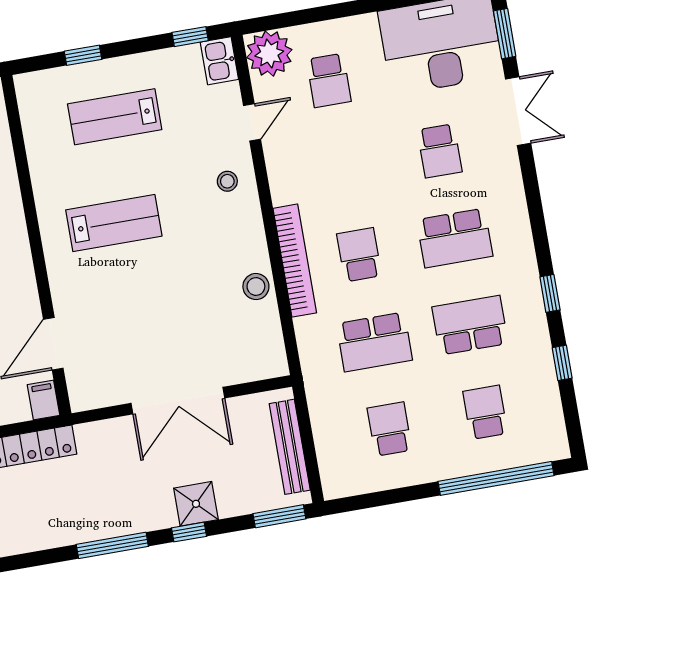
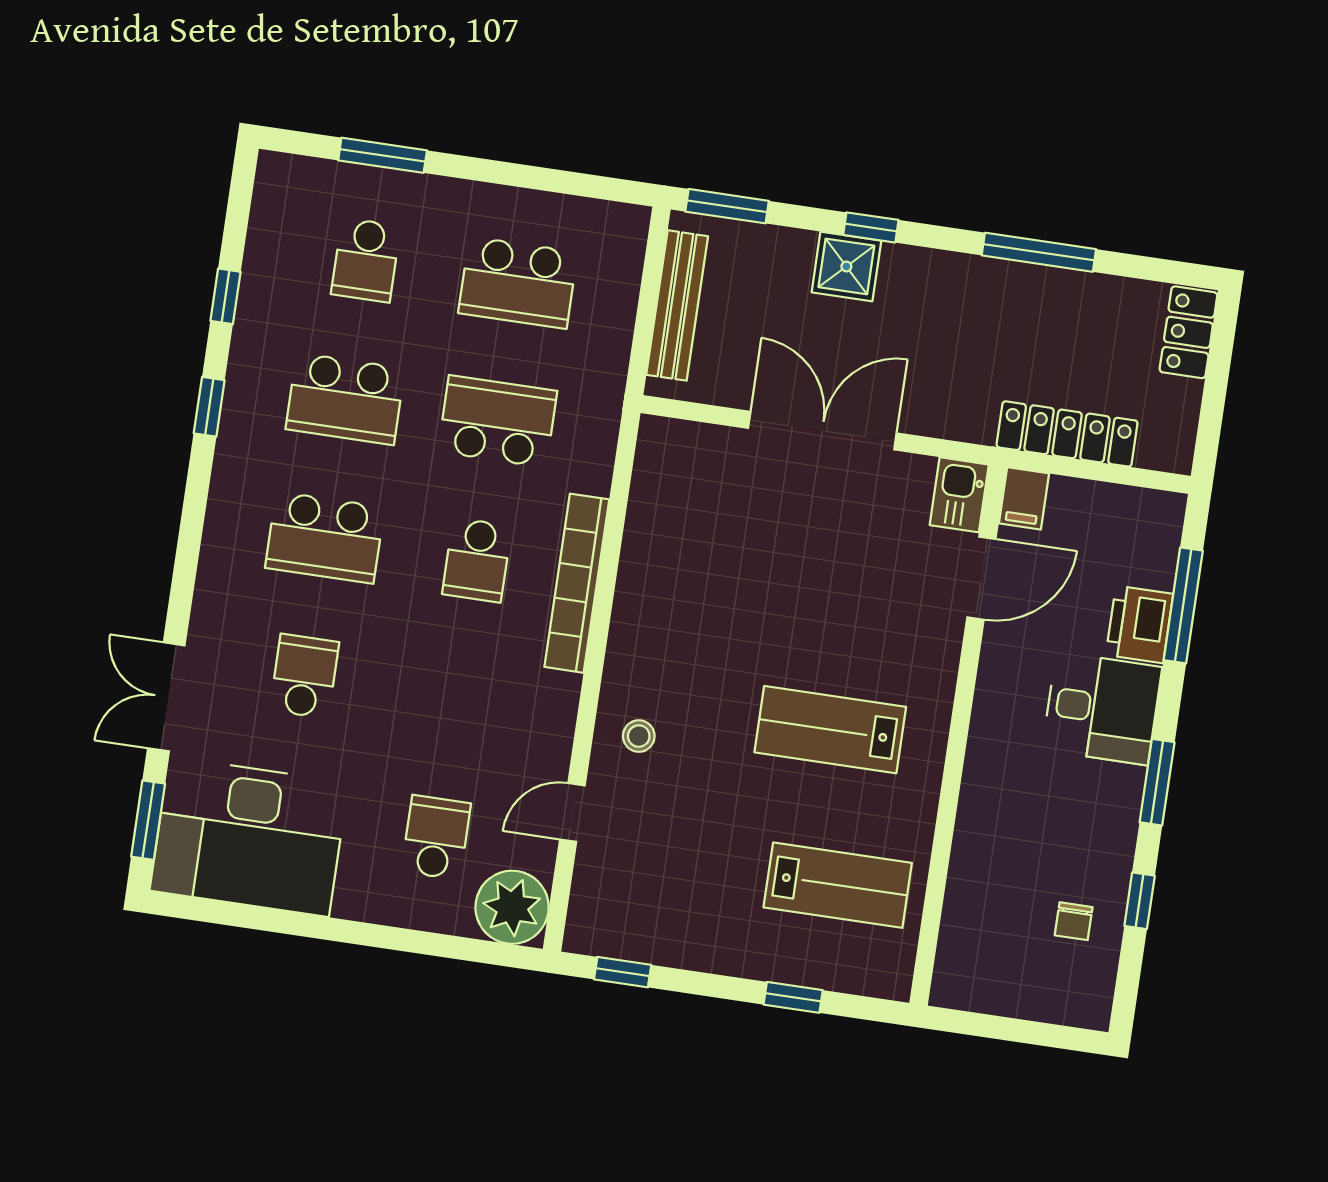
kitchen sink: (219, 61) -> (959, 495), moved, turned 180
lab bench: (115, 117) -> (838, 885), moved
school desk: (455, 238) -> (325, 537), turned 180
stool: (256, 287) -> (648, 563), removed
school desk: (390, 429) -> (518, 283), width x1.85
window: (496, 478) -> (383, 155), width x0.47
window: (112, 545) -> (1039, 252), moved

